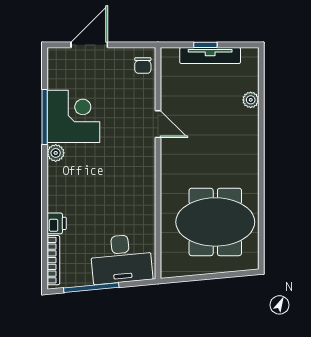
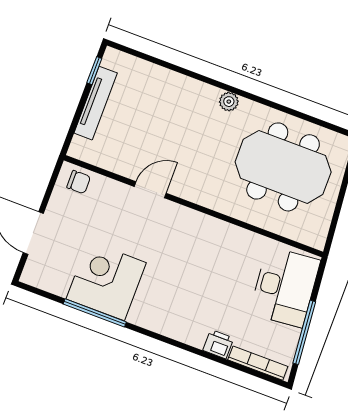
window: (205, 45) -> (94, 71), moved
plant: (251, 100) -> (229, 102), moved
plant: (56, 153) -> (139, 316), removed
meeting table: (215, 222) -> (283, 167), turned 90

